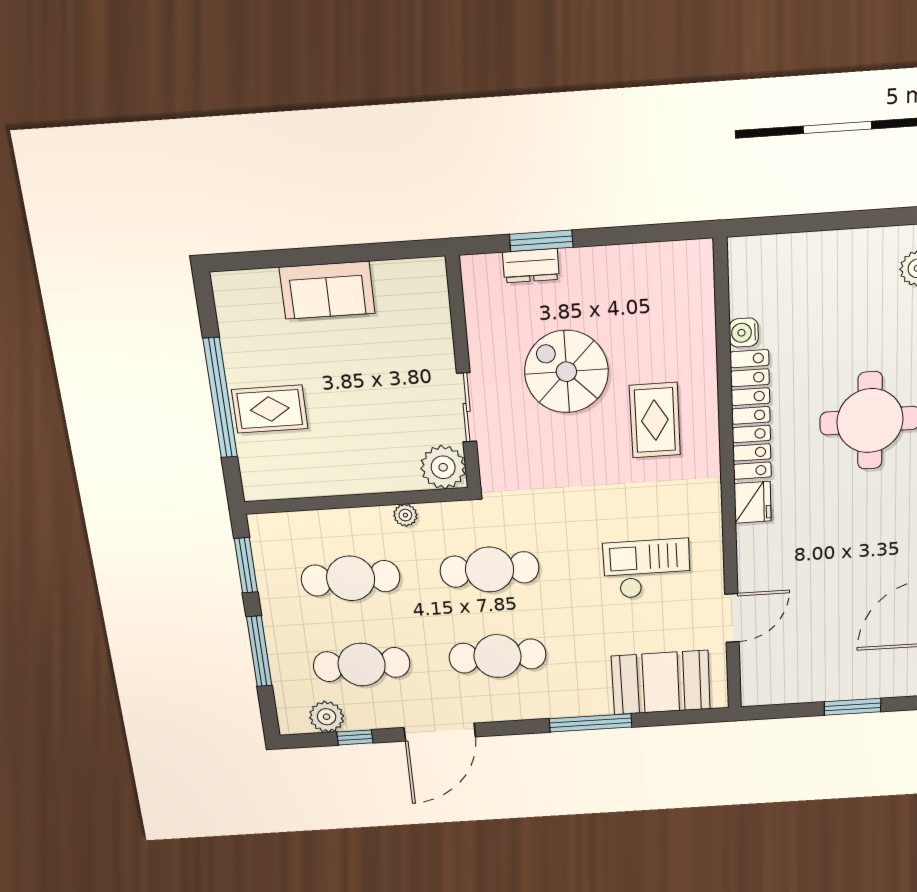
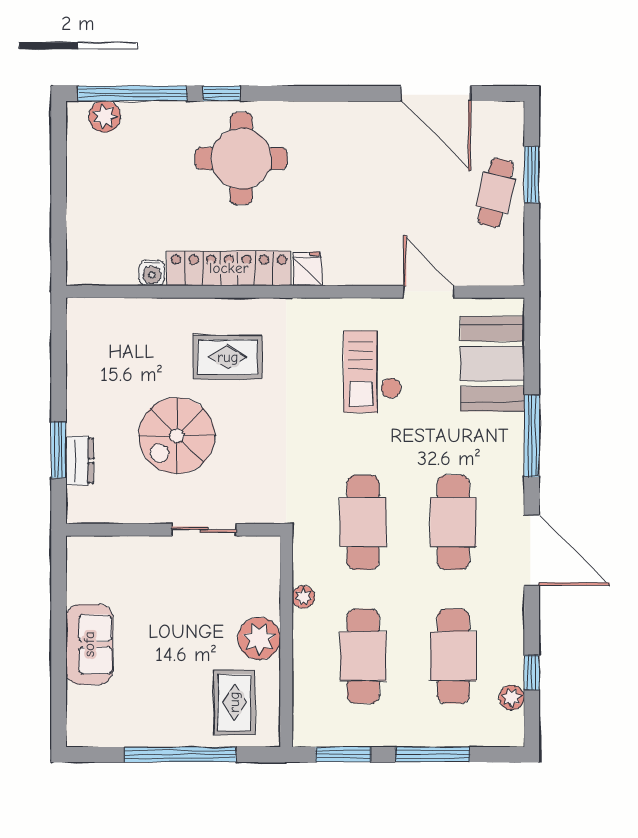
rug: (270, 409) -> (234, 702), moved
plant: (443, 467) -> (259, 638), moved
fridge: (753, 502) -> (307, 269), width x0.72
cafe table: (834, 675) -> (496, 193), added
plant: (327, 717) -> (512, 698), width x0.73, depth x0.73
door: (440, 732) -> (532, 550), moved

